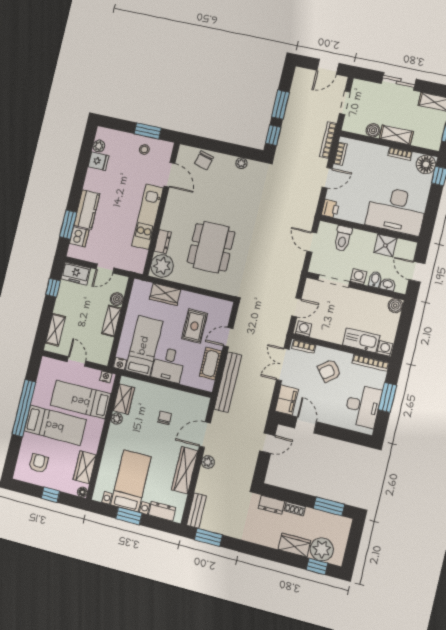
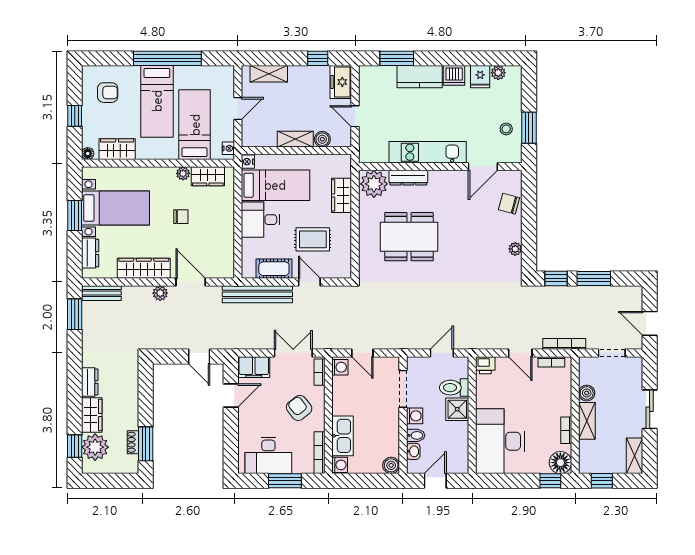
dishwasher: (79, 237) -> (454, 75), moved
dresser: (163, 242) -> (408, 178), width x1.44
shower: (385, 245) -> (457, 409), moved
chair: (165, 418) -> (181, 217), moved
dresser: (272, 505) -> (90, 382), moved, turned 180
shoe rack: (295, 509) -> (133, 442), moved

